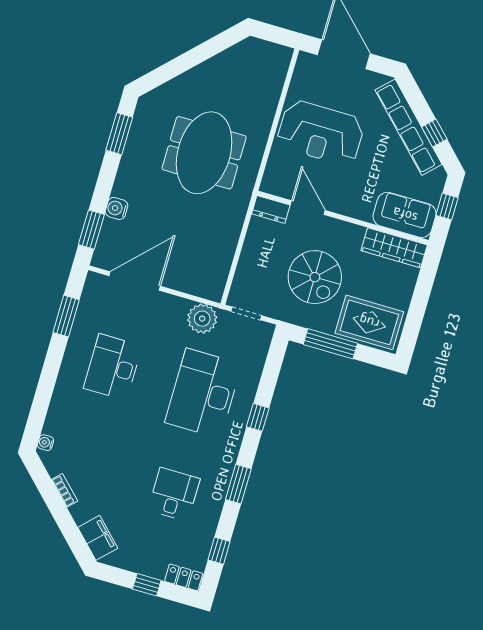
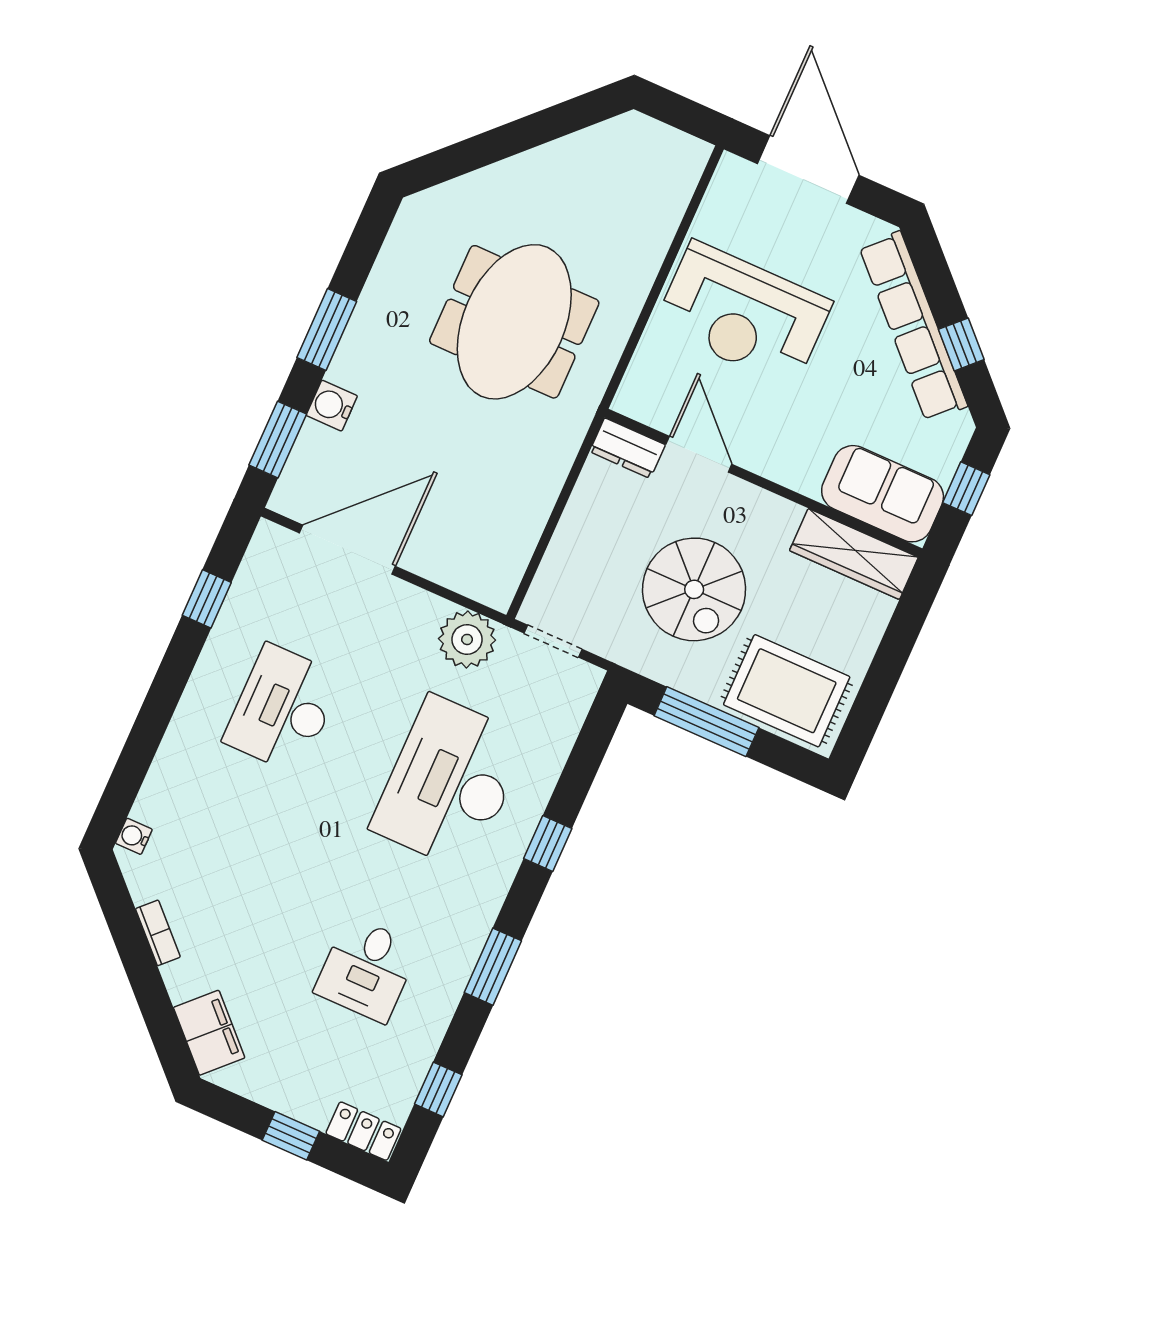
window: (119, 134) -> (327, 329), moved
window: (66, 316) -> (207, 599), width x0.67
desk: (174, 494) -> (367, 969), turned 180

